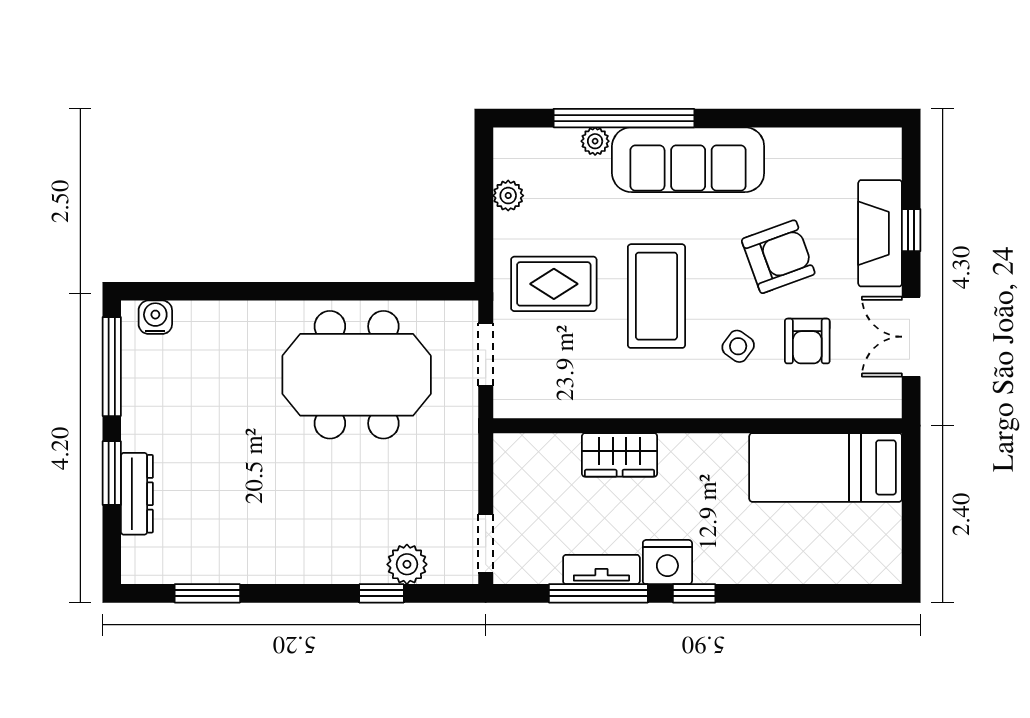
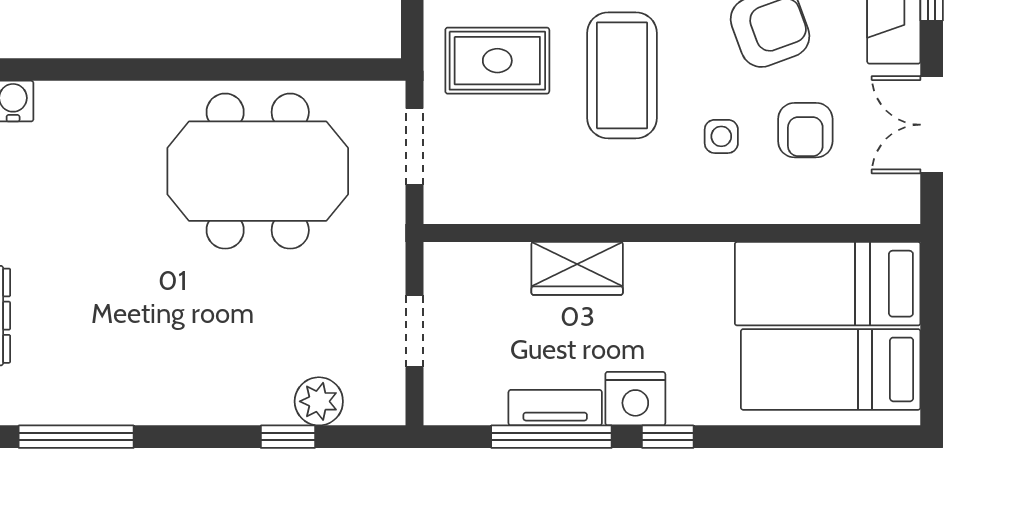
side table: (738, 346) -> (721, 136), turned -36
bed: (828, 538) -> (831, 369), added
doorway: (486, 543) -> (414, 331), moved
window: (207, 593) -> (76, 437), width x1.44

